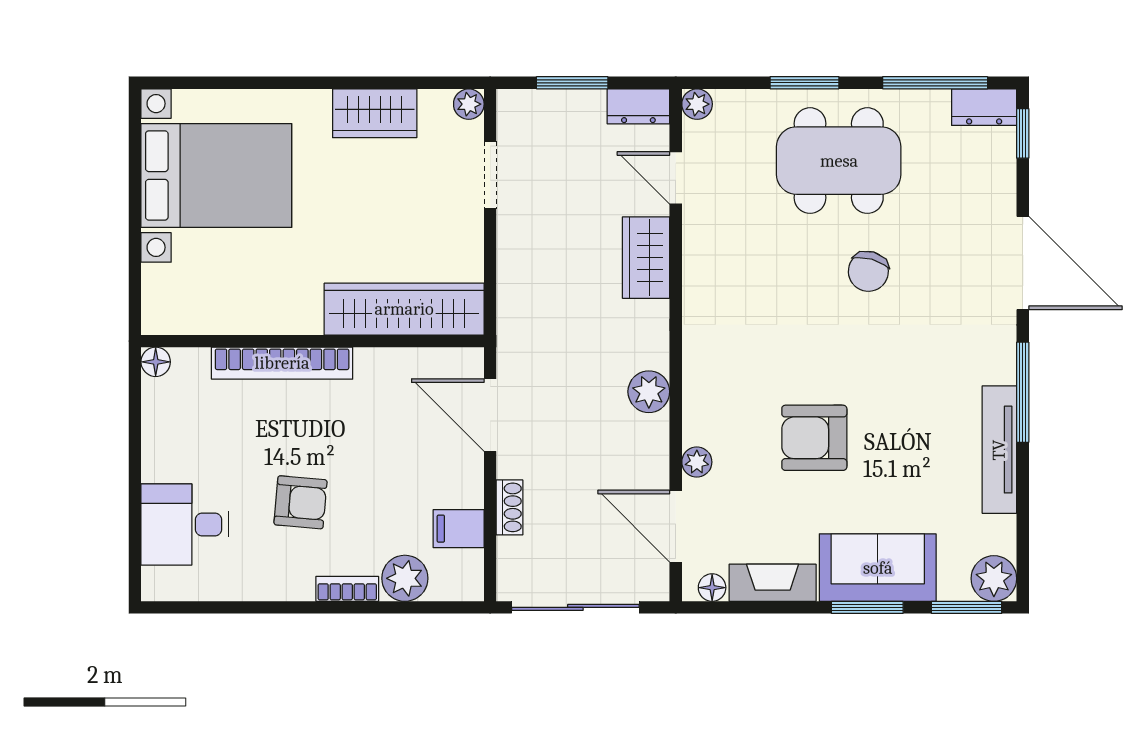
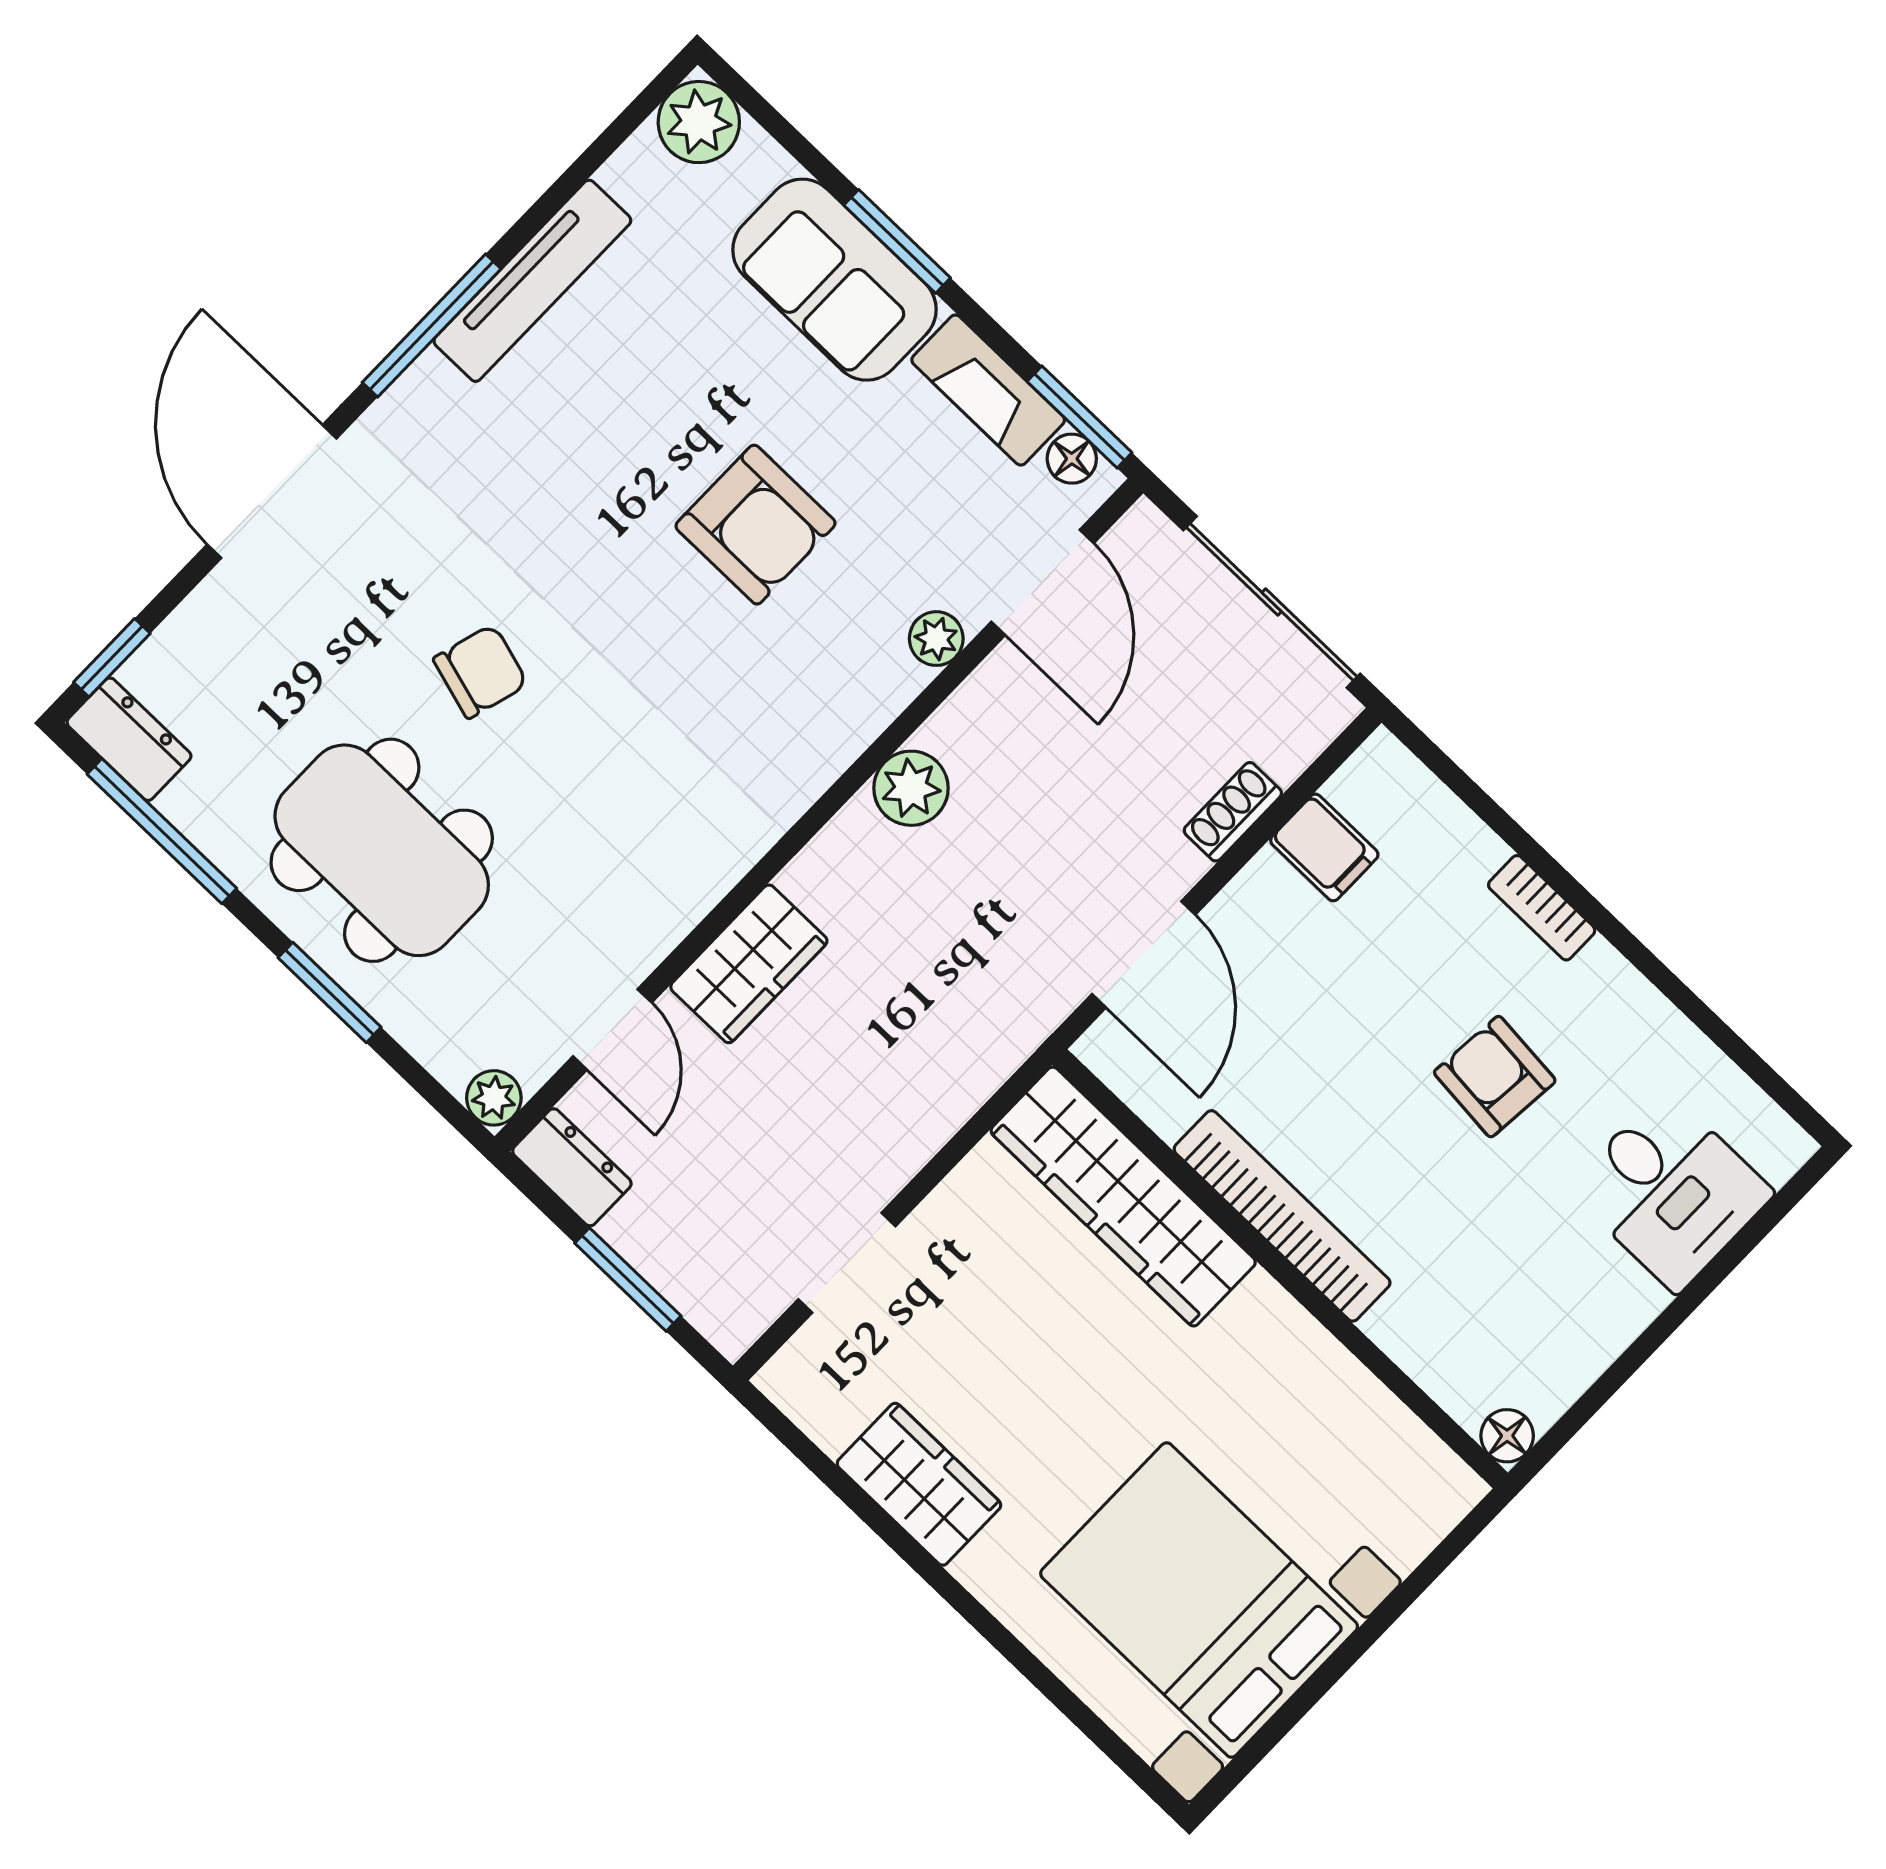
plant: (469, 104) -> (787, 1380), removed
bookcase: (282, 363) -> (1282, 1216), moved
plant: (405, 578) -> (1455, 850), removed
window: (967, 607) -> (1079, 417), moved

